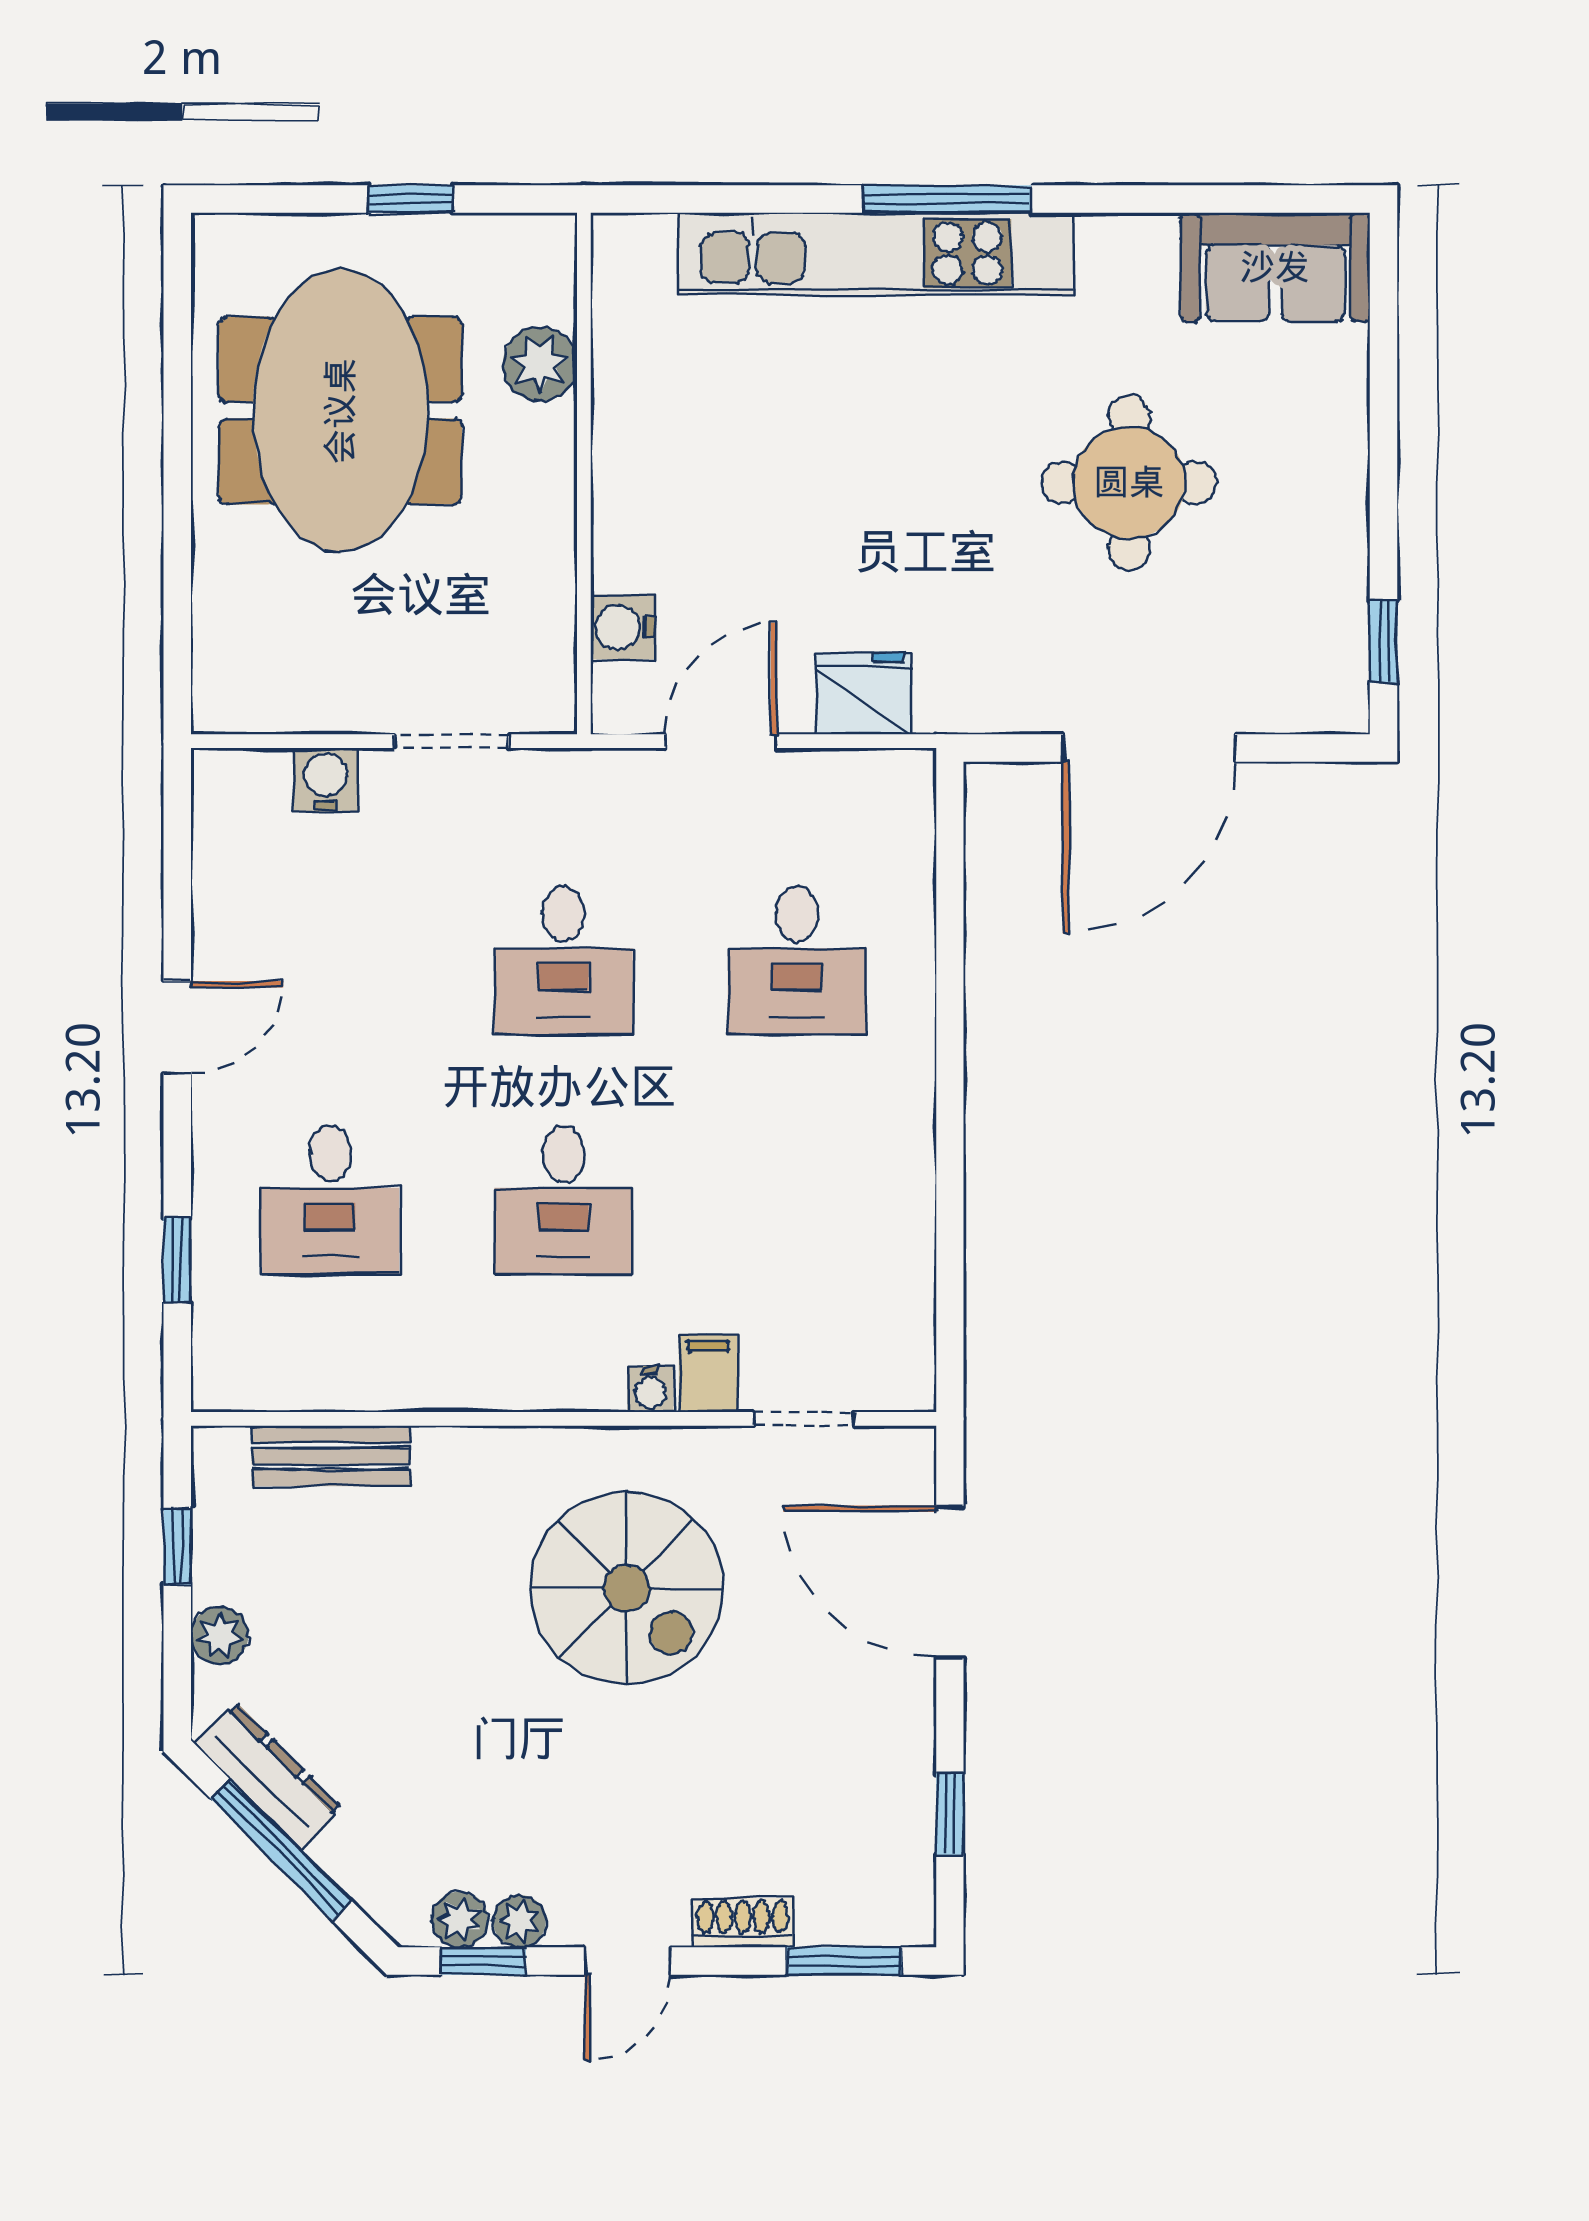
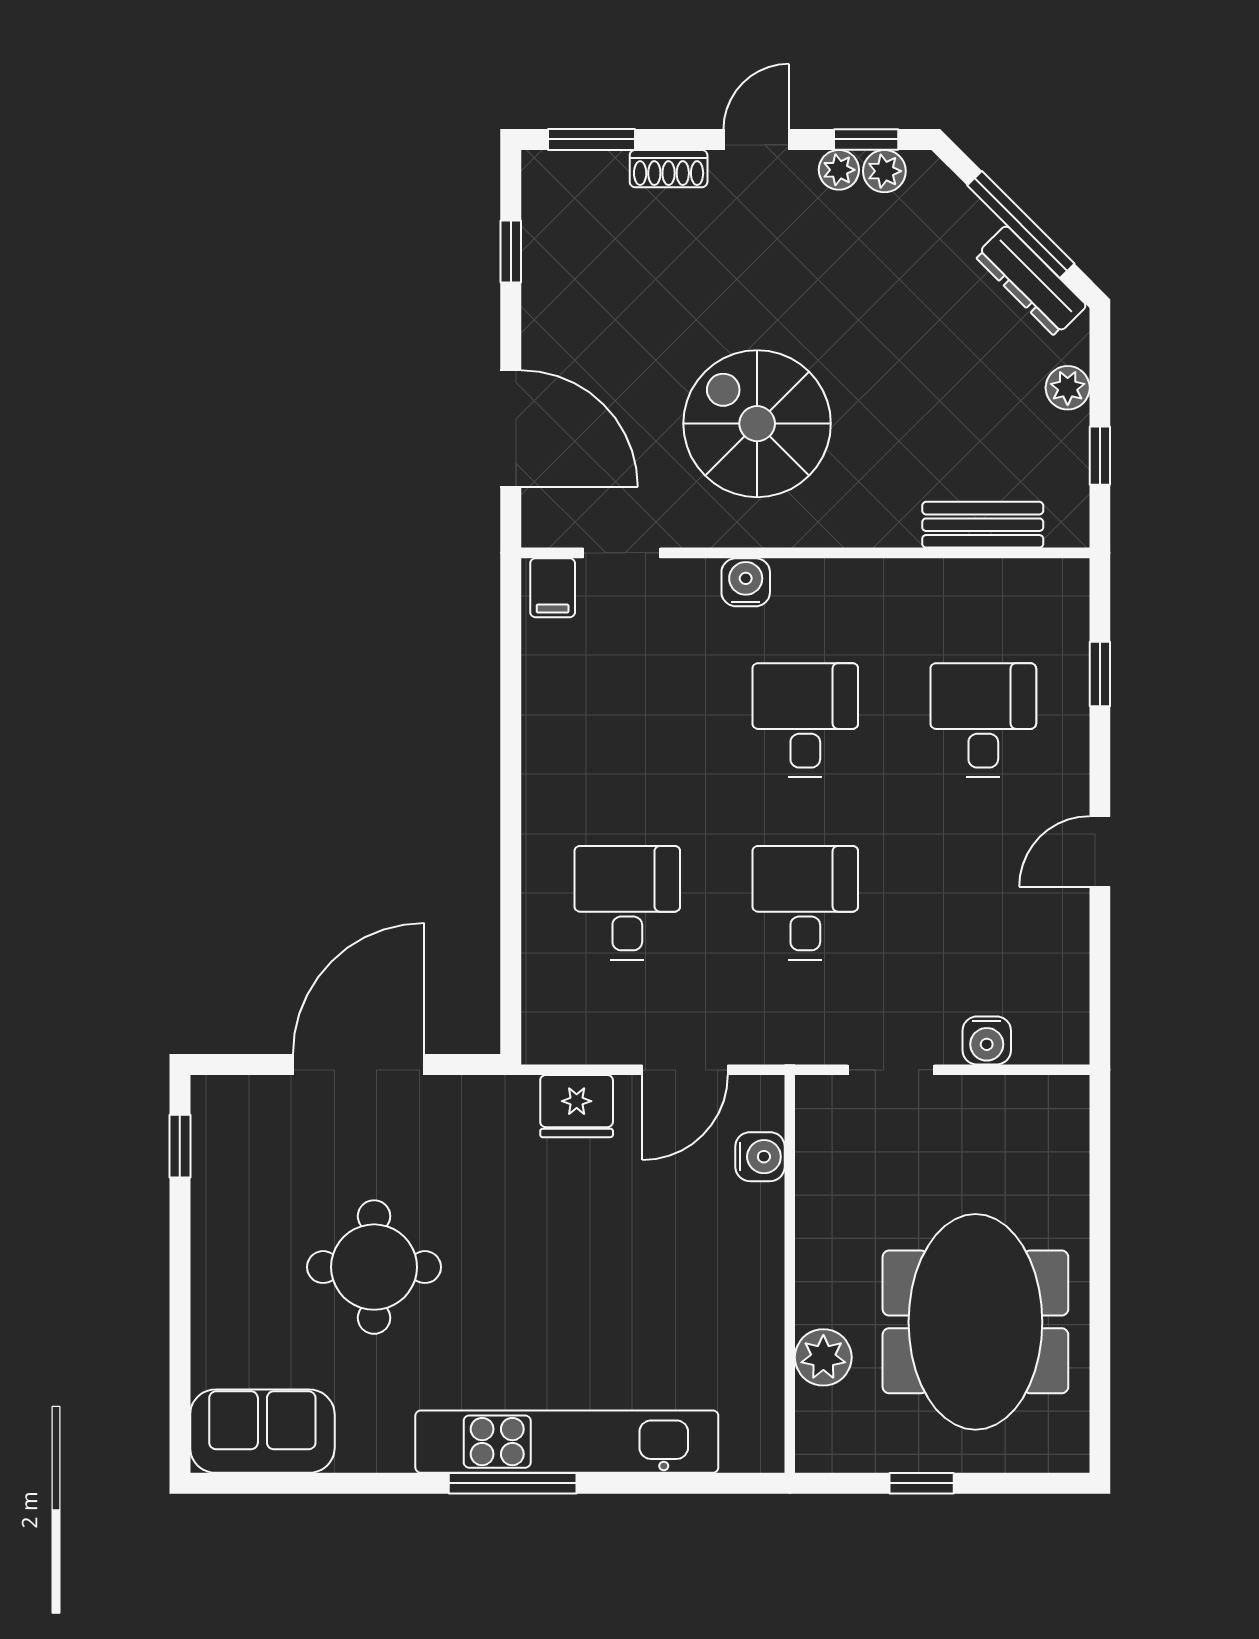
filing cabinet: (708, 1373) -> (553, 588), moved
water cooler: (650, 1389) -> (746, 582), width x1.38, depth x1.38

